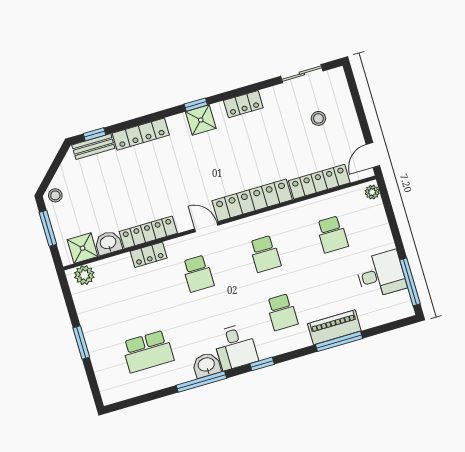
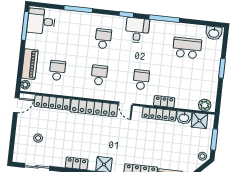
desk: (381, 274) -> (41, 21), moved
piano: (334, 327) -> (30, 64), moved, turned -90
washbasin: (206, 365) -> (214, 33), moved

